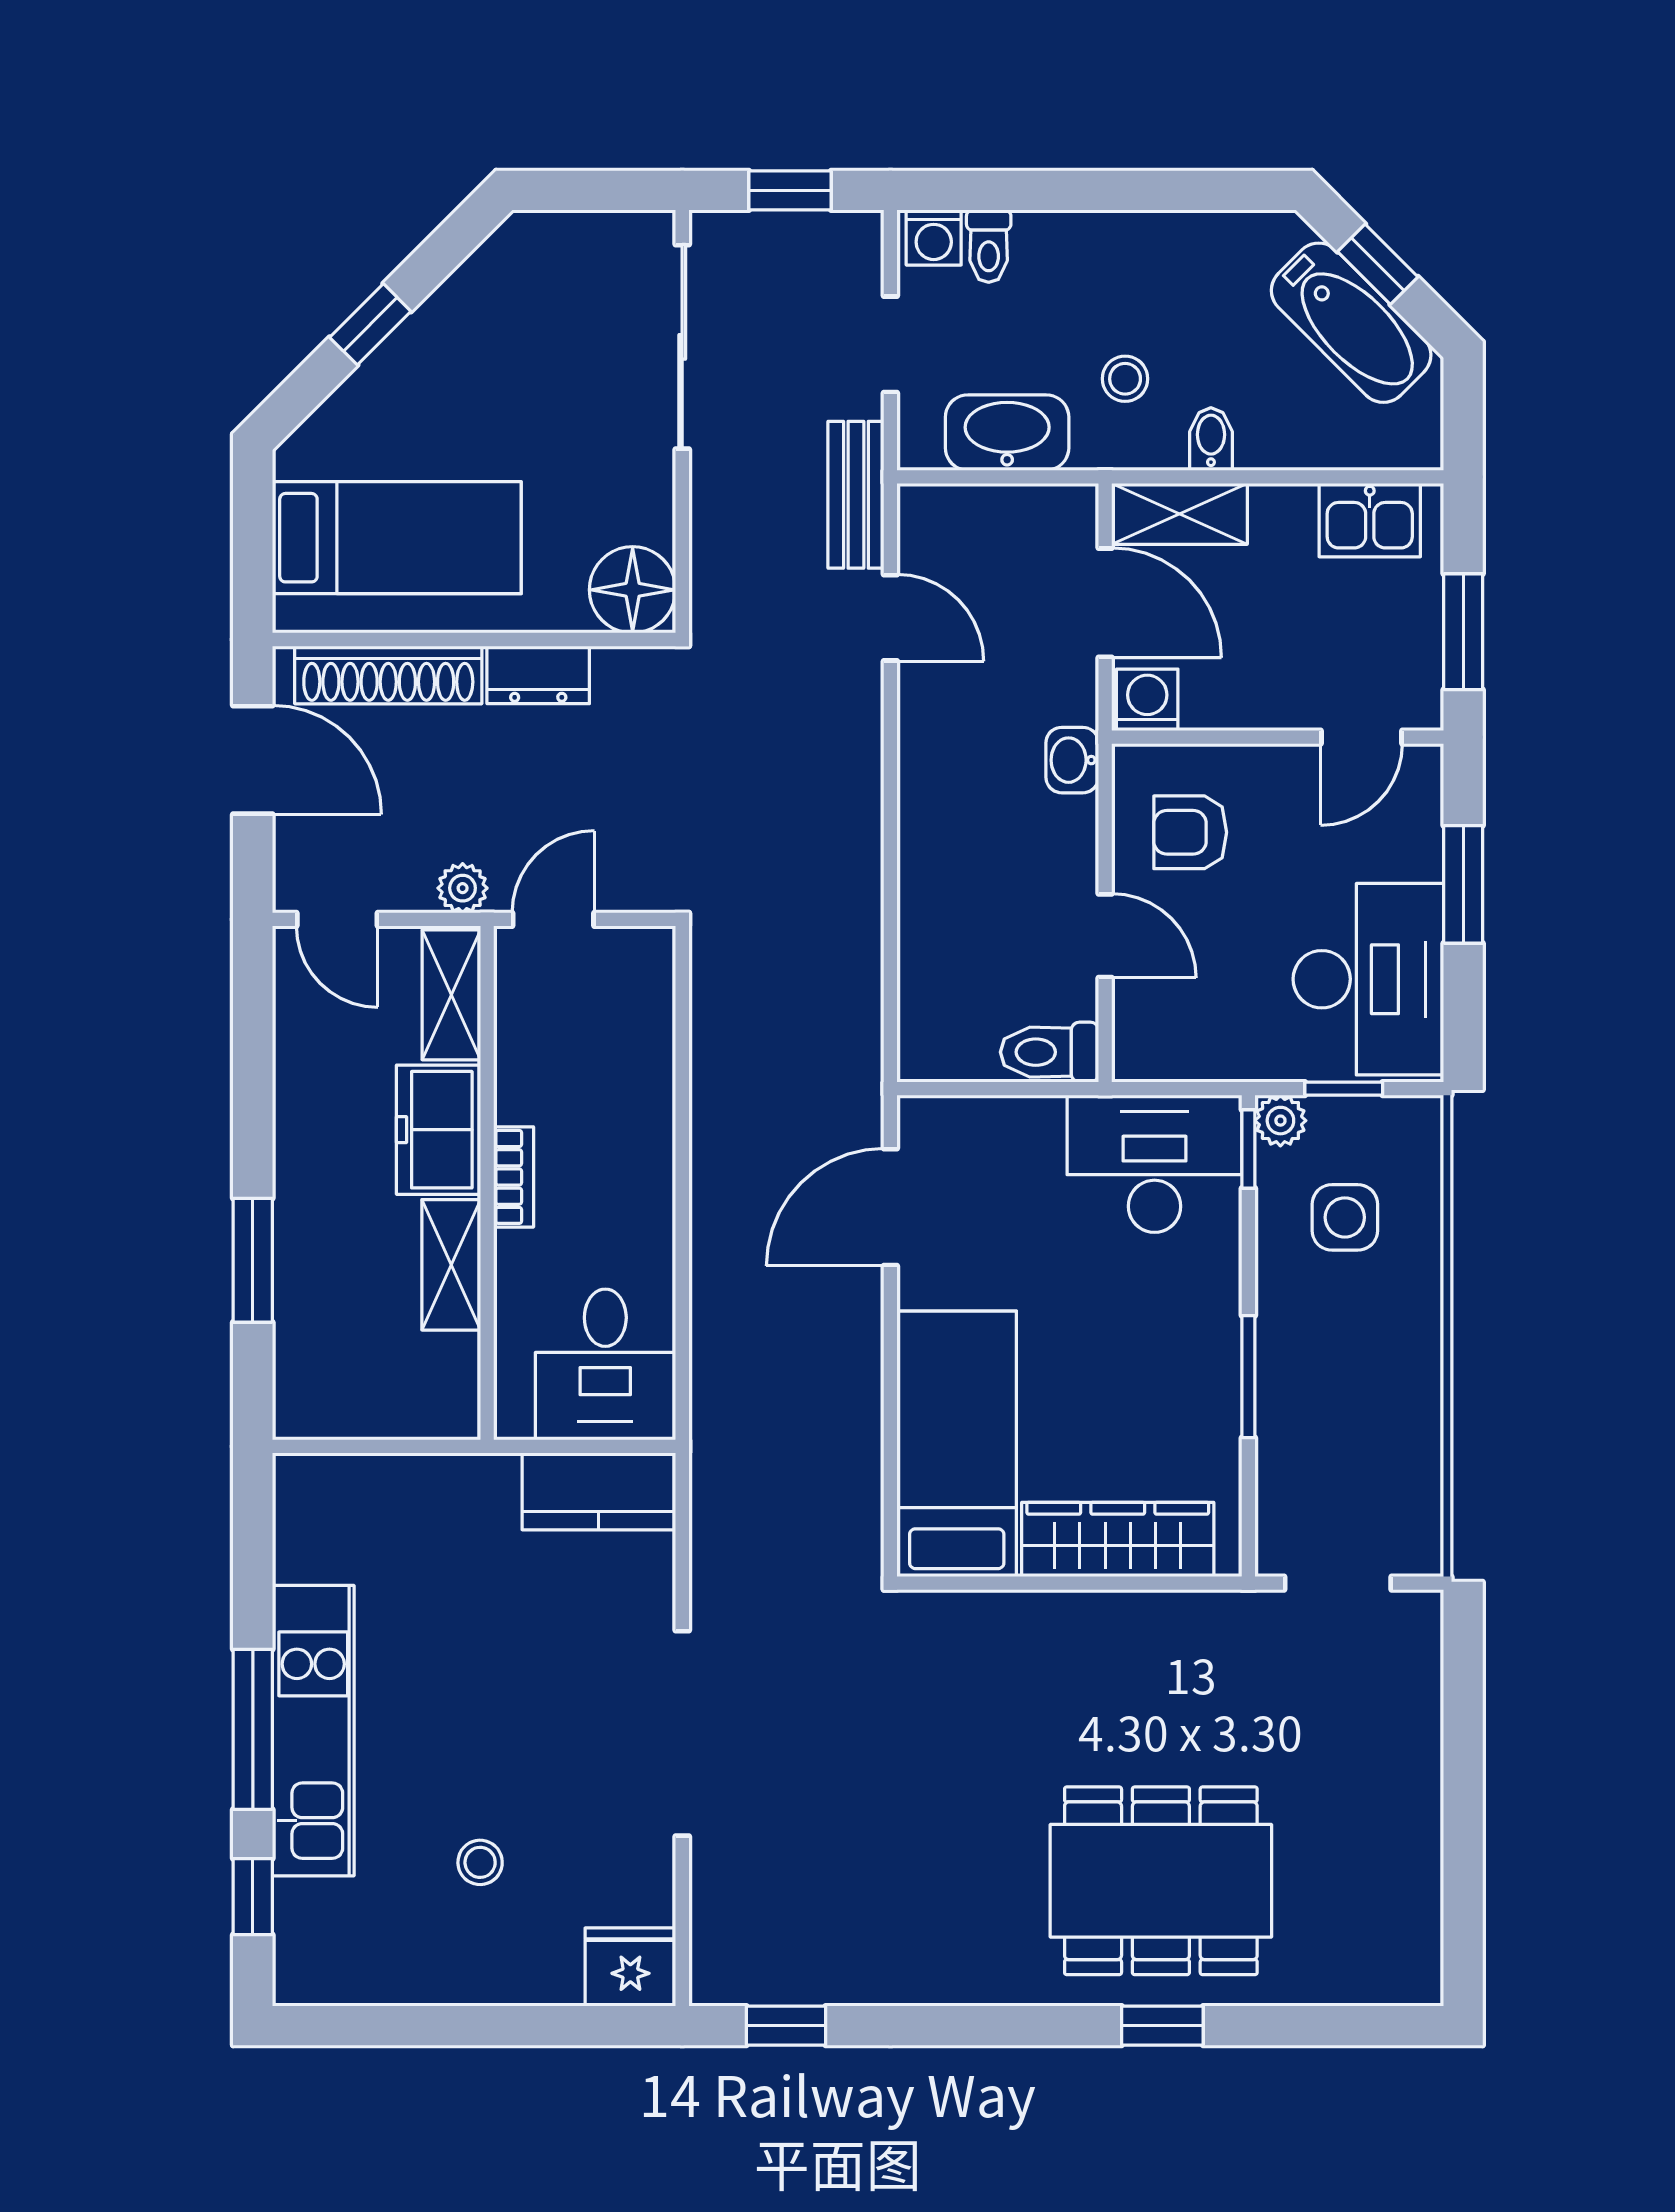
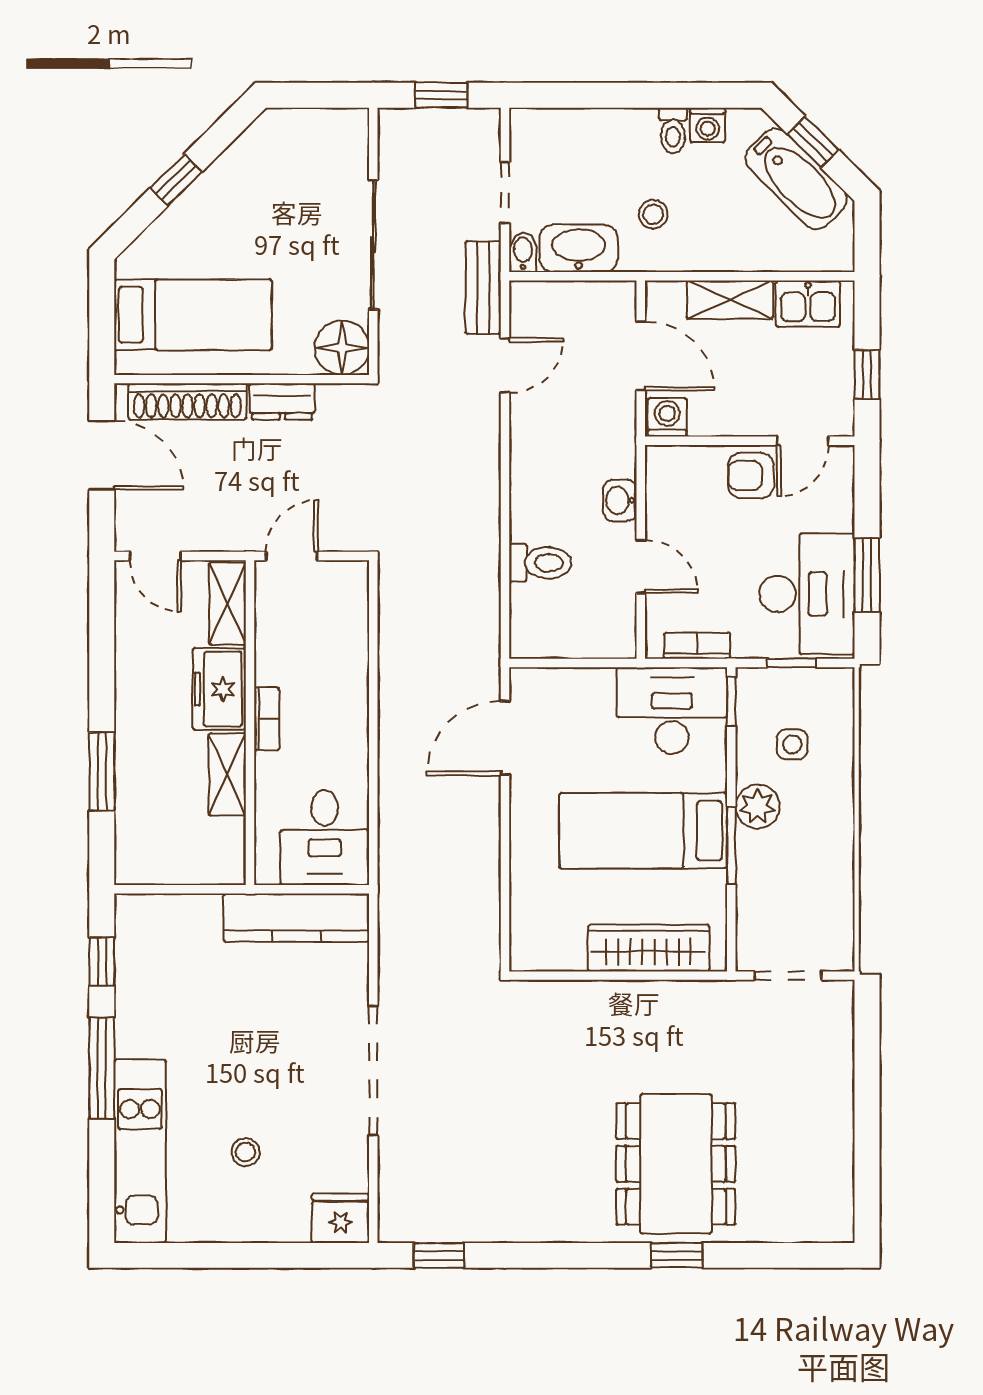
washing machine: (934, 238) -> (708, 125), moved
toilet: (989, 246) -> (673, 130), moved
sliding door: (682, 347) -> (373, 245), moved
bidet: (1211, 439) -> (523, 252), moved
shelving: (1180, 514) -> (730, 300), moved
door: (890, 618) -> (505, 365), hinge flipped
window: (1463, 632) -> (867, 374), width x0.67
washbasin: (1072, 760) -> (620, 500), moved
armchair: (1190, 832) -> (751, 476), moved
window: (1463, 884) -> (867, 575), moved
plant: (463, 888) -> (234, 536), removed
toilet: (1050, 1052) -> (540, 563), moved, turned 180
bookcase: (1195, 1061) -> (697, 646), added
plant: (1280, 1121) -> (758, 807), moved, width x1.38, depth x1.38
side table: (1345, 1217) -> (792, 744), width x0.73, depth x0.73
bed: (957, 1444) -> (643, 831), moved, turned -90
kitchen counter: (599, 1491) -> (296, 918), width x1.50
kitchen unit: (313, 1731) -> (140, 1151), moved
dining table: (1161, 1881) -> (676, 1164), turned 90
window: (253, 1897) -> (102, 962), moved

